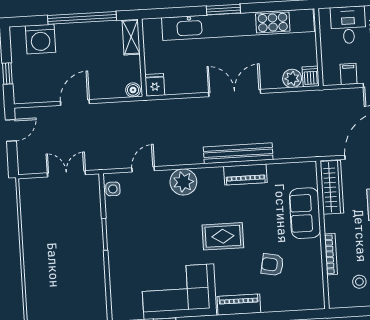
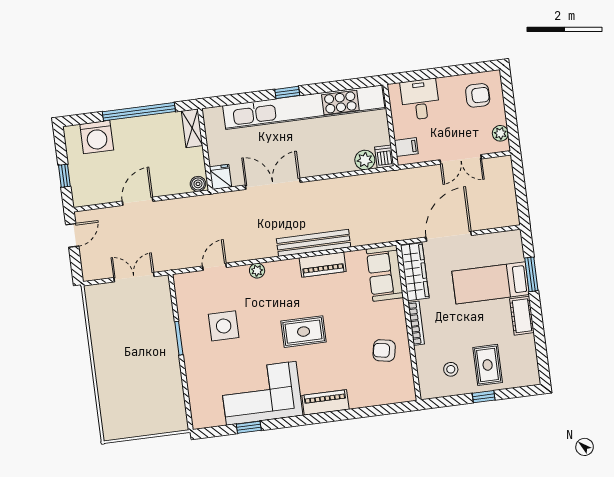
window: (223, 9) -> (287, 92), width x0.67
filing cabinet: (349, 74) -> (406, 147), moved, turned 90
double door: (235, 93) -> (273, 184), moved
plant: (183, 182) -> (257, 271), width x0.53, depth x0.53
side table: (113, 189) -> (224, 326), moved, width x1.87, depth x1.87
sofa: (305, 213) -> (385, 273), moved
bookcase: (331, 254) -> (416, 323), moved
armchair: (272, 265) -> (384, 350), moved

